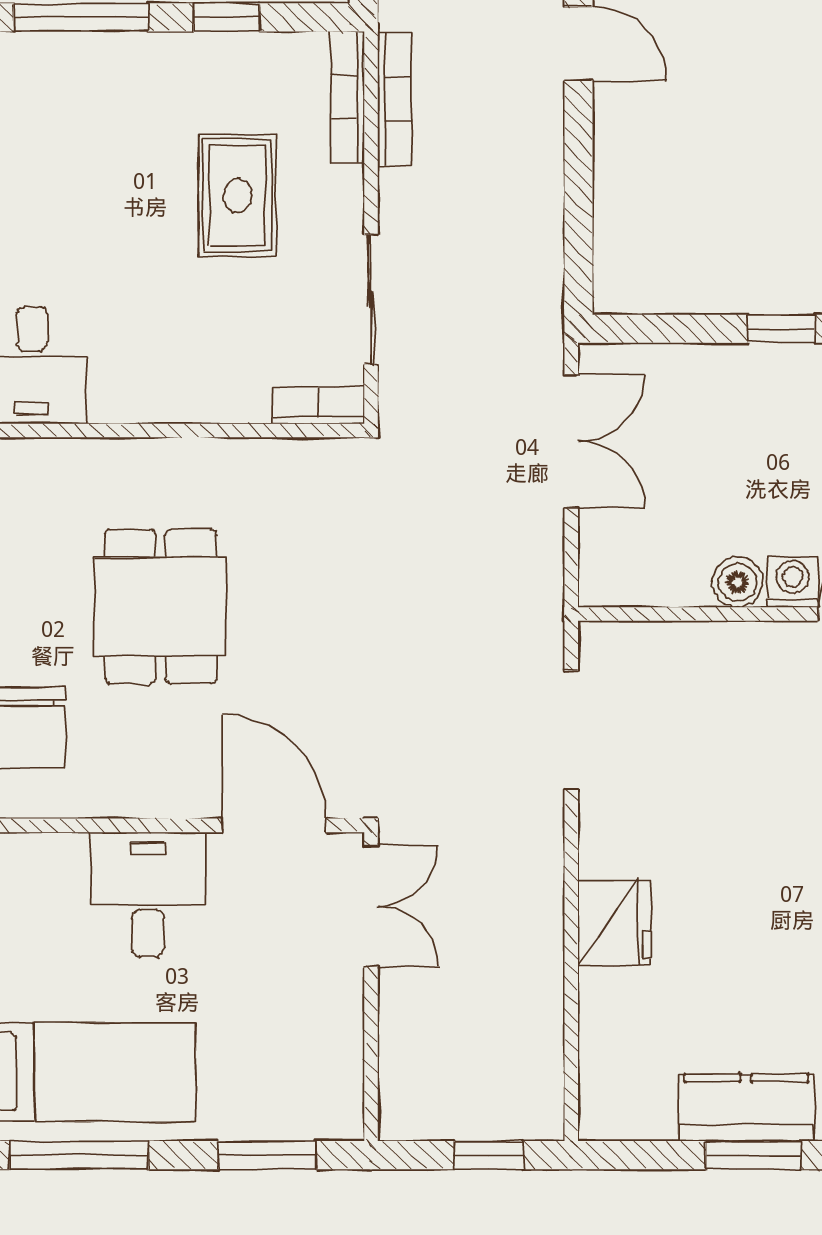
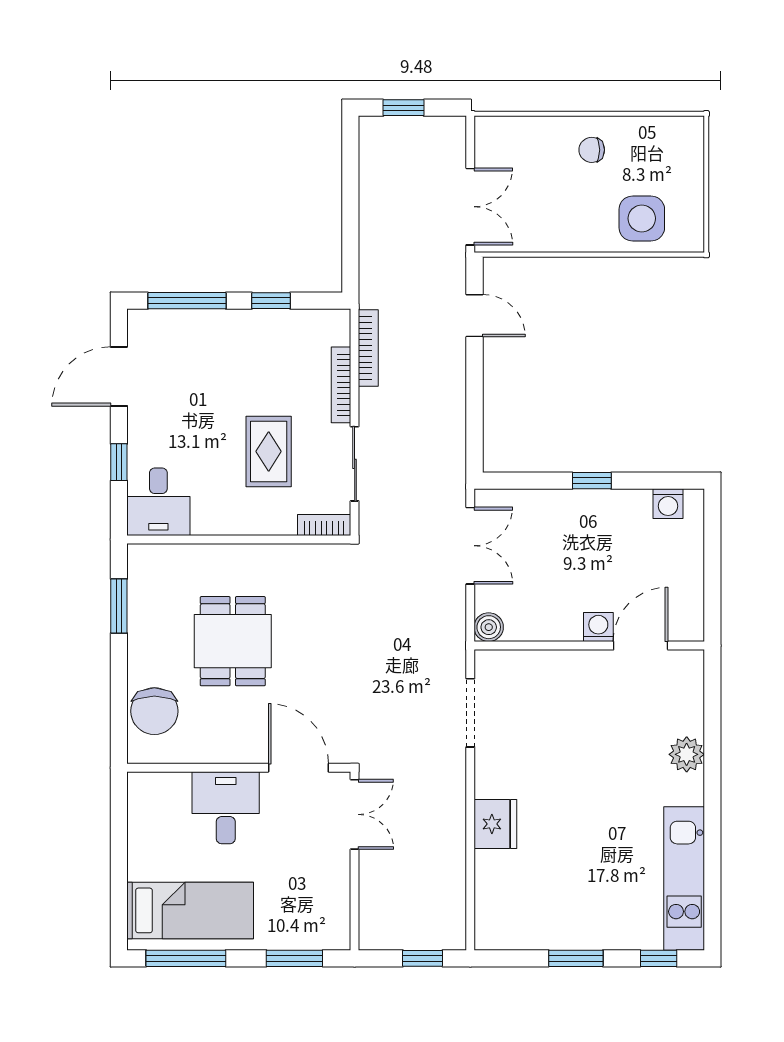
bookcase: (348, 97) -> (341, 385), moved
rug: (237, 195) -> (269, 451), moved
boiler: (738, 582) -> (489, 627), moved
kitchen counter: (746, 1108) -> (571, 931), removed

